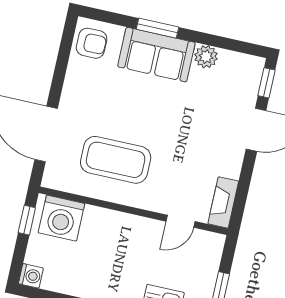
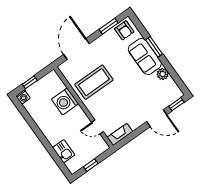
window: (63, 58) -> (109, 26), added
coffee table: (116, 160) -> (94, 82), turned 90
washing machine: (61, 218) -> (65, 101), moved
window: (27, 220) -> (30, 82), moved

